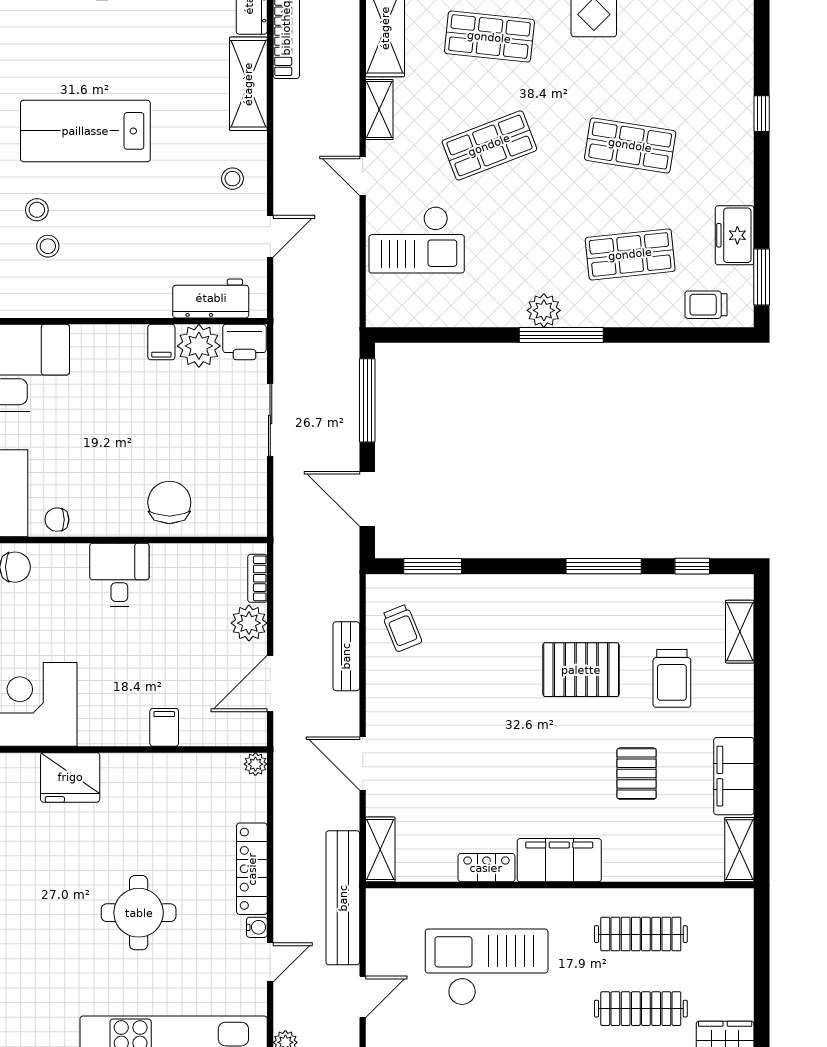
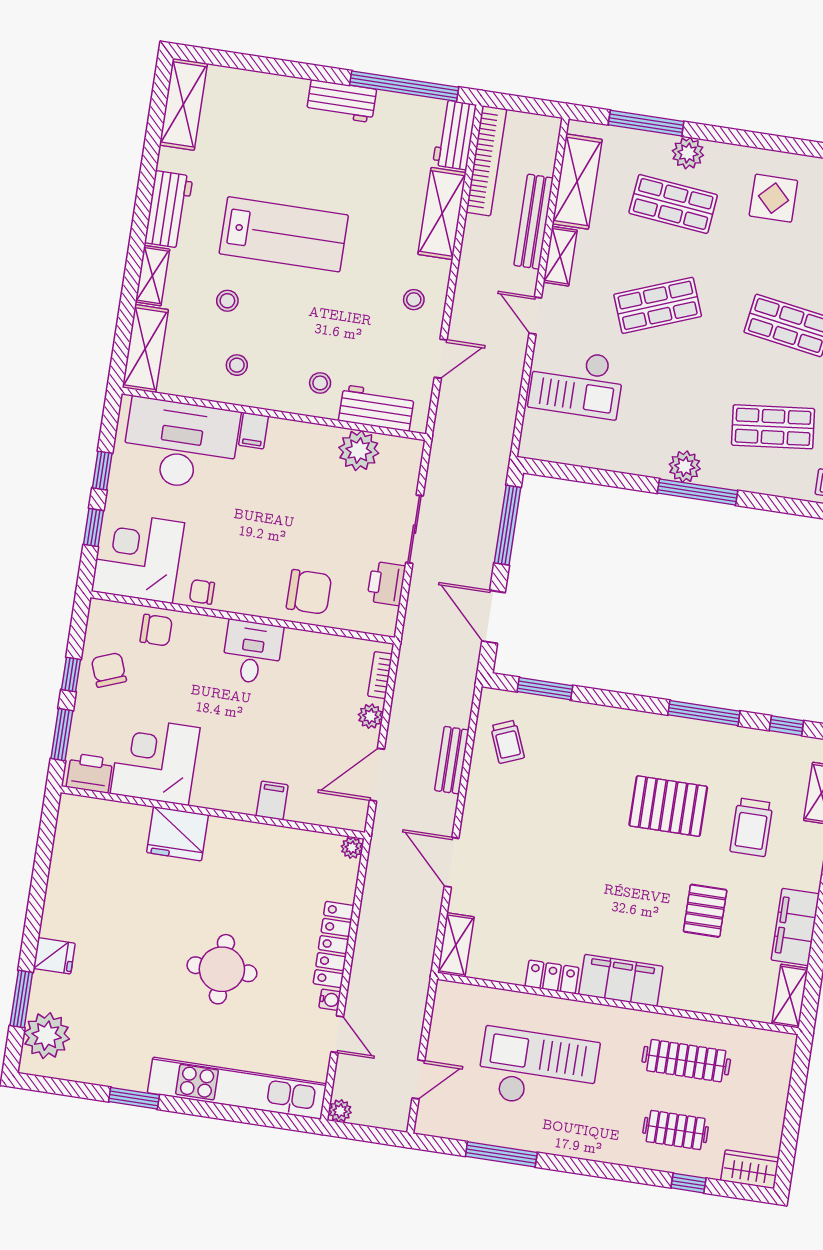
lab bench: (85, 131) -> (284, 234), turned 180
stool: (48, 246) -> (237, 365), moved
stool: (147, 281) -> (320, 383), added
filing cabinet: (161, 342) -> (254, 431), moved
printer: (245, 342) -> (386, 584), moved, turned 90
chair: (169, 502) -> (309, 592), turned 90
plant: (249, 623) -> (370, 716), width x0.73, depth x0.73
bench: (343, 898) -> (534, 222), moved, width x0.73, depth x0.82
door: (270, 962) -> (337, 1034), hinge flipped
clothes rail: (641, 1009) -> (676, 1130), width x0.73

